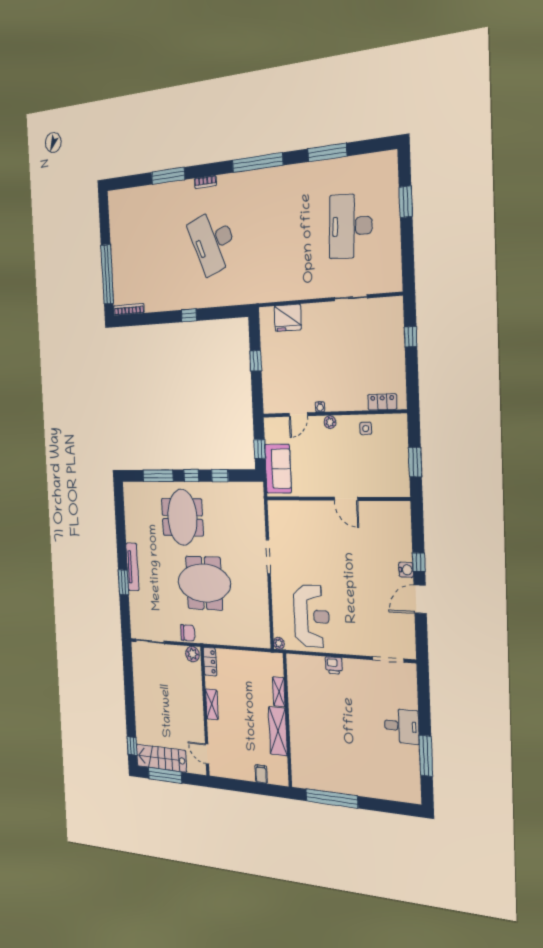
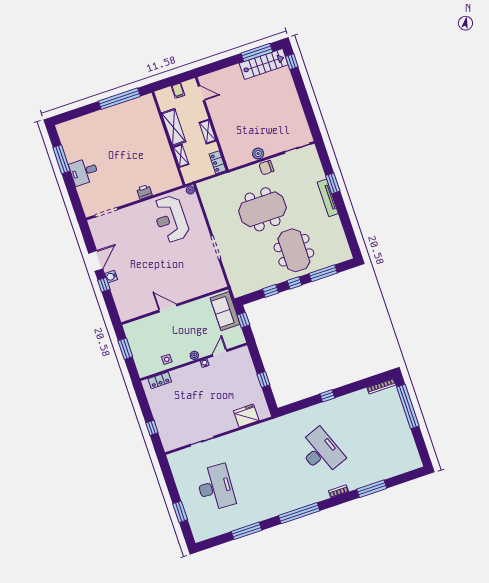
locker: (210, 662) -> (218, 162), moved
shelving: (212, 704) -> (208, 132), moved
wall: (205, 712) -> (212, 124), moved
door: (207, 754) -> (201, 93), moved

